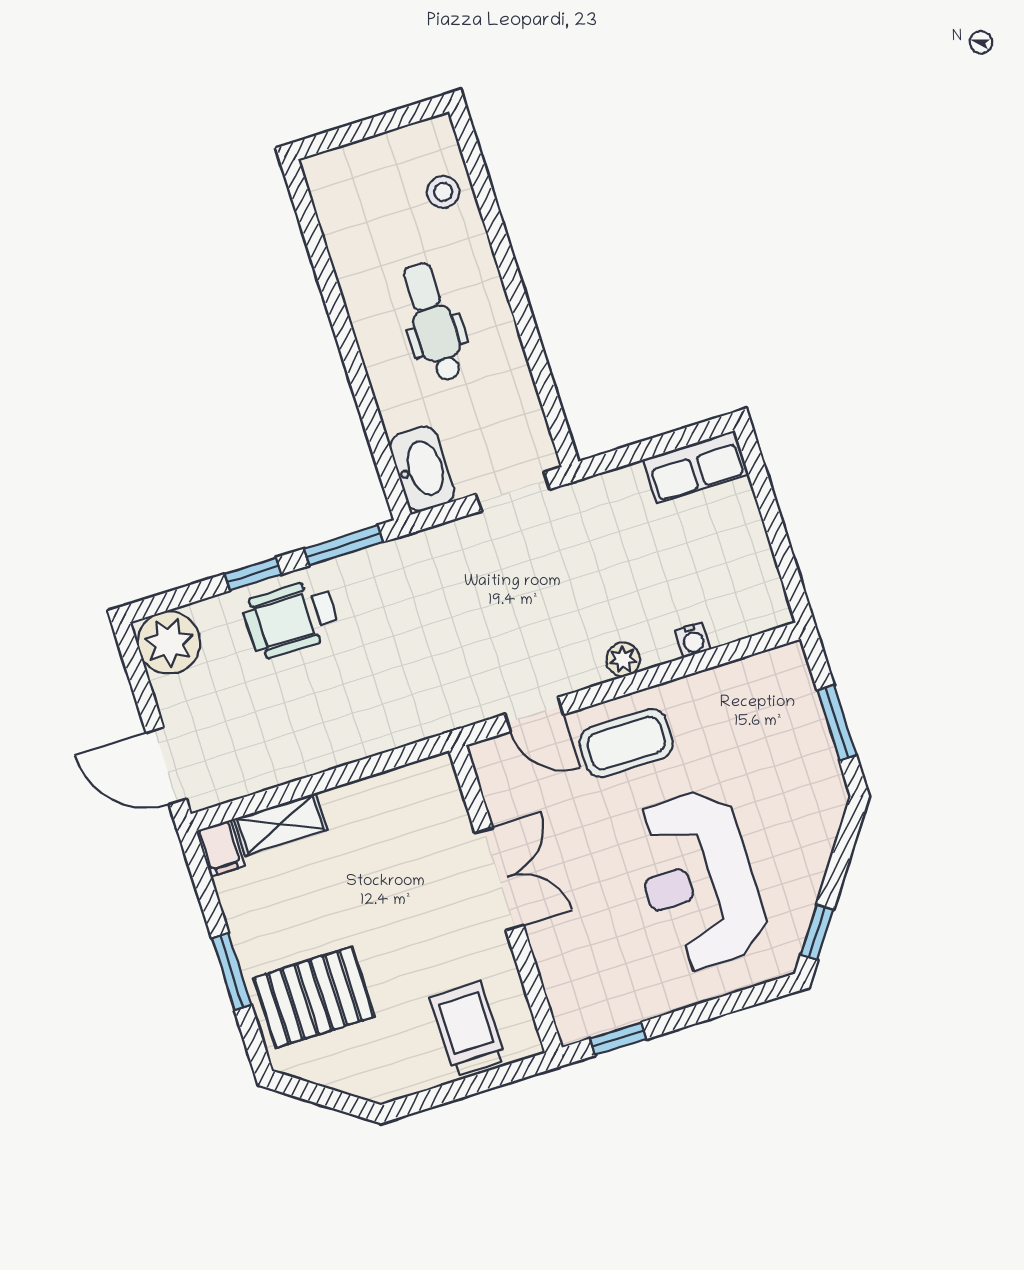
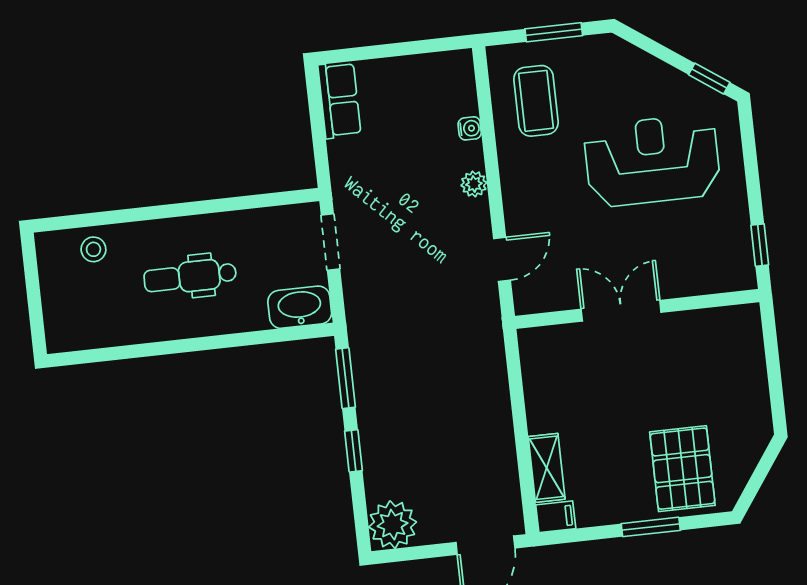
wheelchair: (291, 619) -> (393, 429), removed
coffee table: (626, 743) -> (536, 101), moved
reception desk: (698, 880) -> (652, 161), turned 180
trolley: (468, 1029) -> (729, 357), removed

